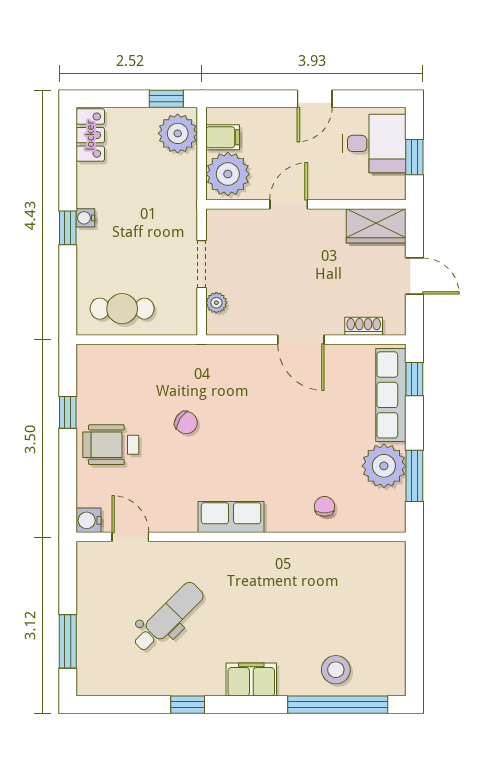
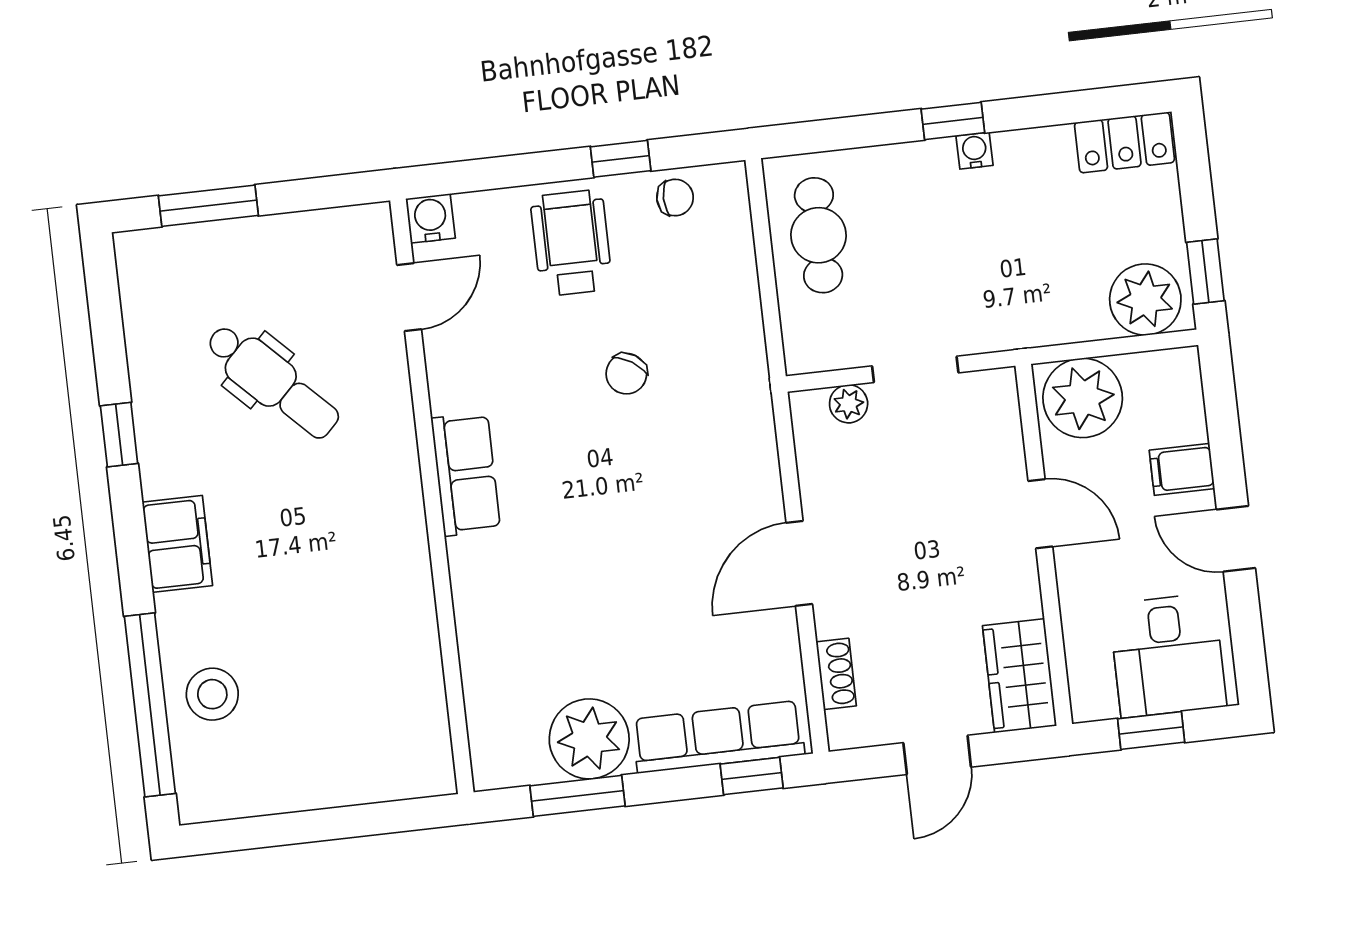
filing cabinet: (223, 137) -> (1182, 469), moved, turned 90
chair: (324, 506) -> (675, 198), moved

